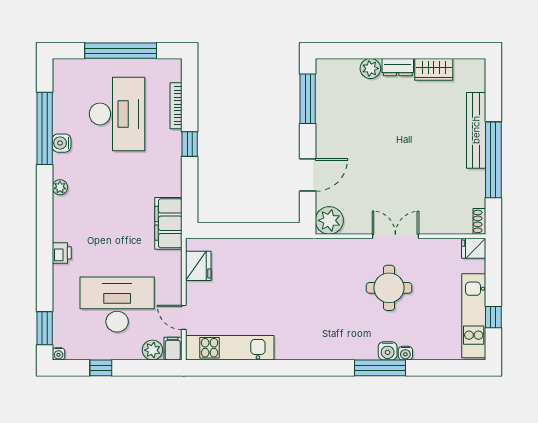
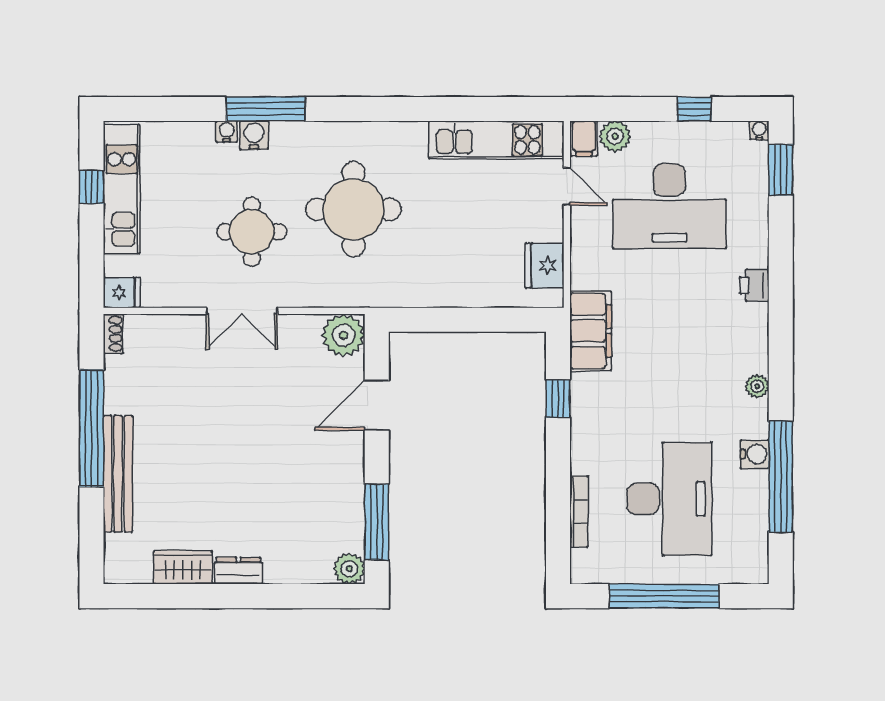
plant: (370, 68) -> (349, 569), moved
desk: (117, 114) -> (669, 499), turned 180
window: (190, 144) -> (558, 399), moved
round table: (323, 302) -> (353, 209), added

